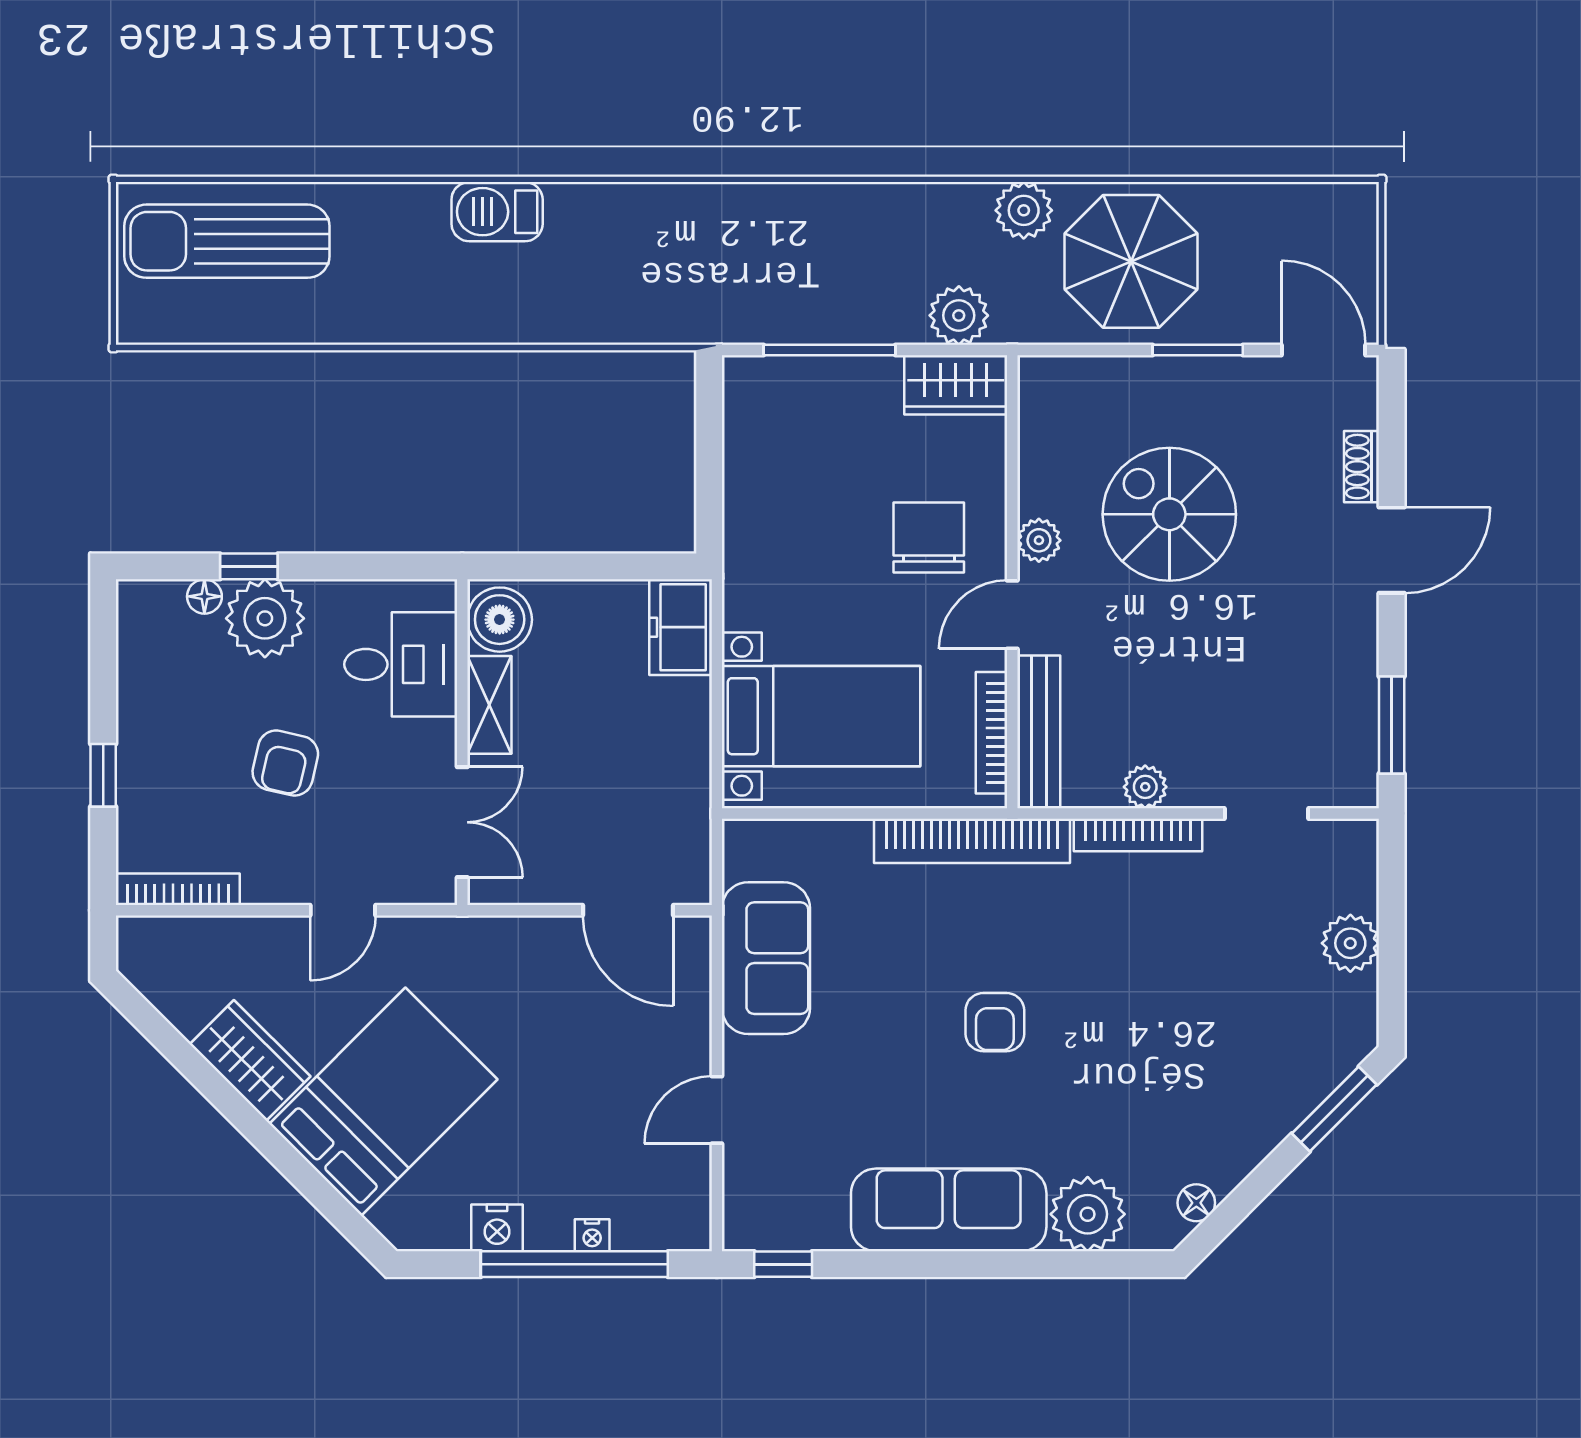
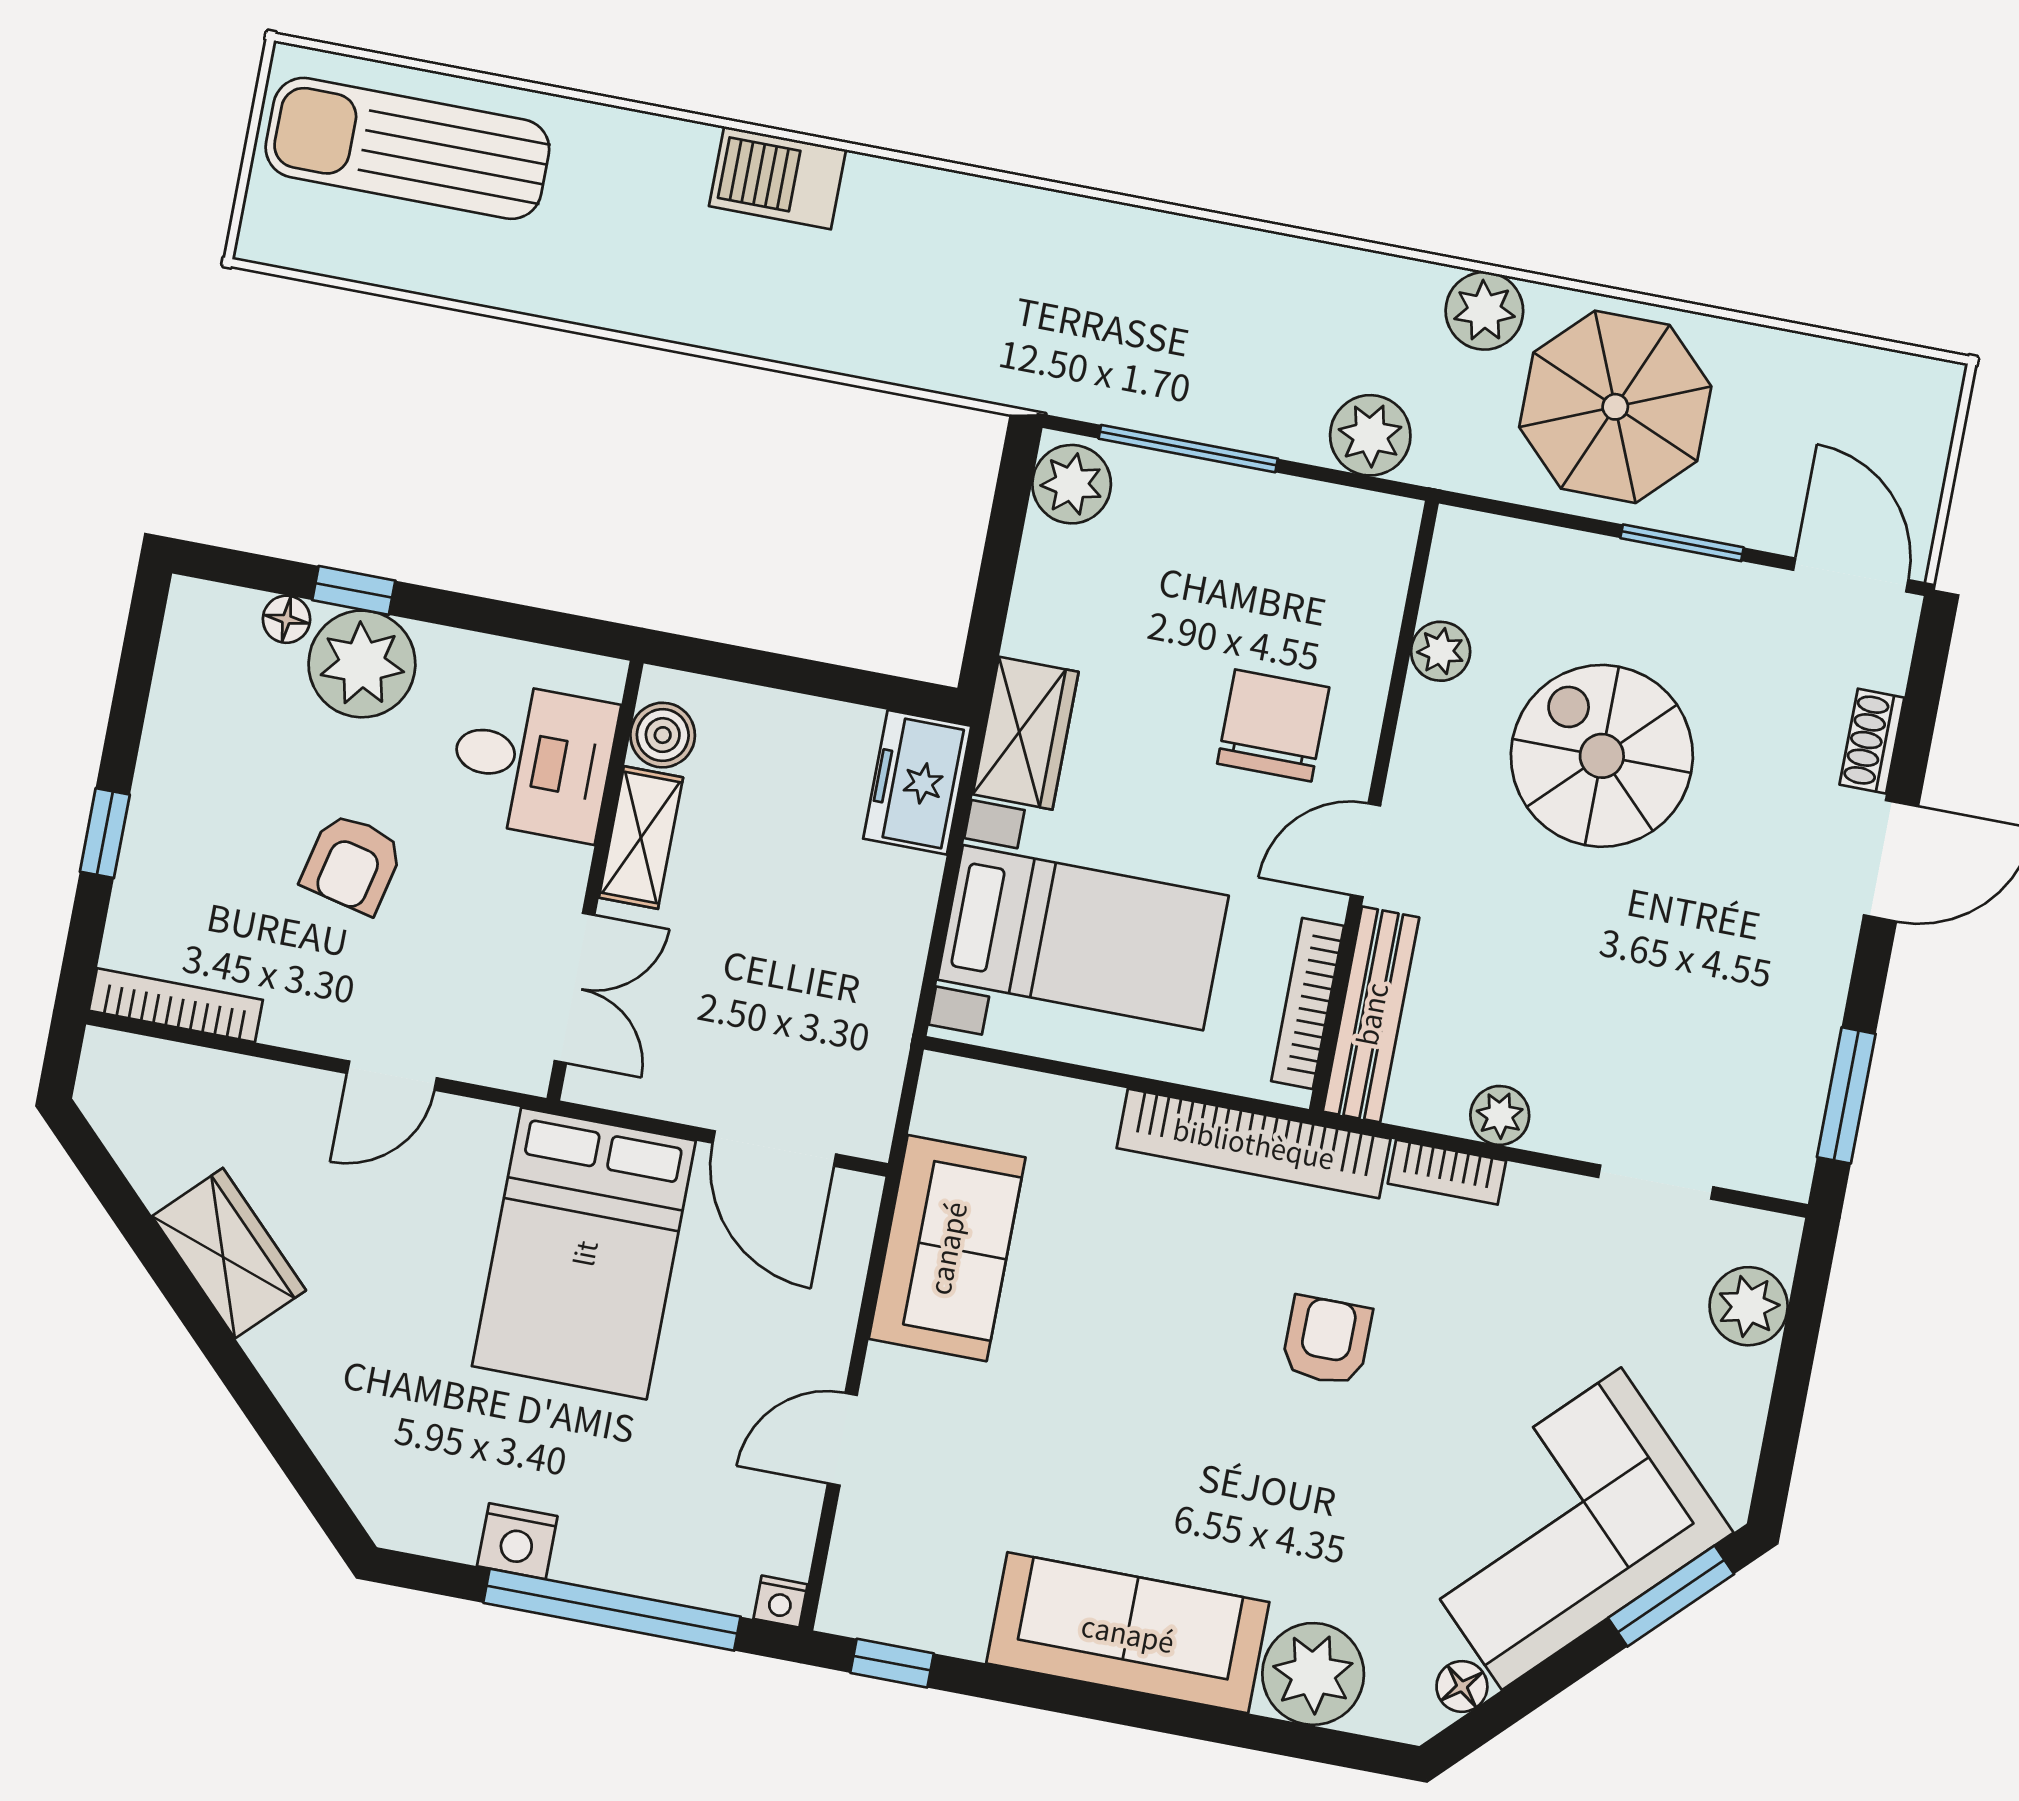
wardrobe: (956, 385) -> (1026, 733), moved, turned -90
plant: (751, 392) -> (1072, 484), added
plant: (1039, 540) -> (1441, 651), moved
boiler: (500, 620) -> (663, 735), width x0.73, depth x0.73
bookcase: (1138, 835) -> (1447, 1172), width x0.64
plant: (1350, 943) -> (1749, 1306), moved
armchair: (995, 1022) -> (1327, 1341), moved, turned 180
corner sofa: (1246, 1076) -> (1561, 1529), added
bed: (383, 1102) -> (584, 1253), moved, turned 135
nightstand: (592, 1235) -> (781, 1602), moved

